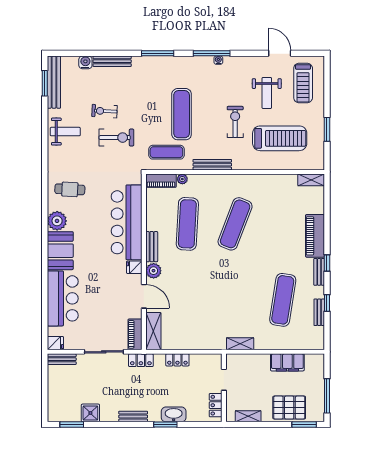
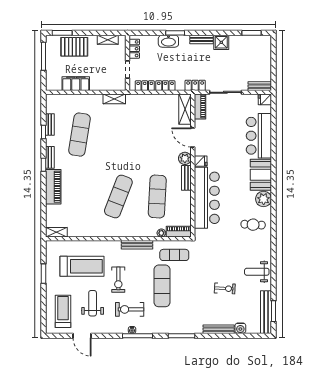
exercise bike: (116, 138) -> (130, 309), moved
treadmill: (280, 138) -> (82, 266), turned 180
locker: (203, 360) -> (145, 86), added
shower: (90, 413) -> (221, 42), moved

